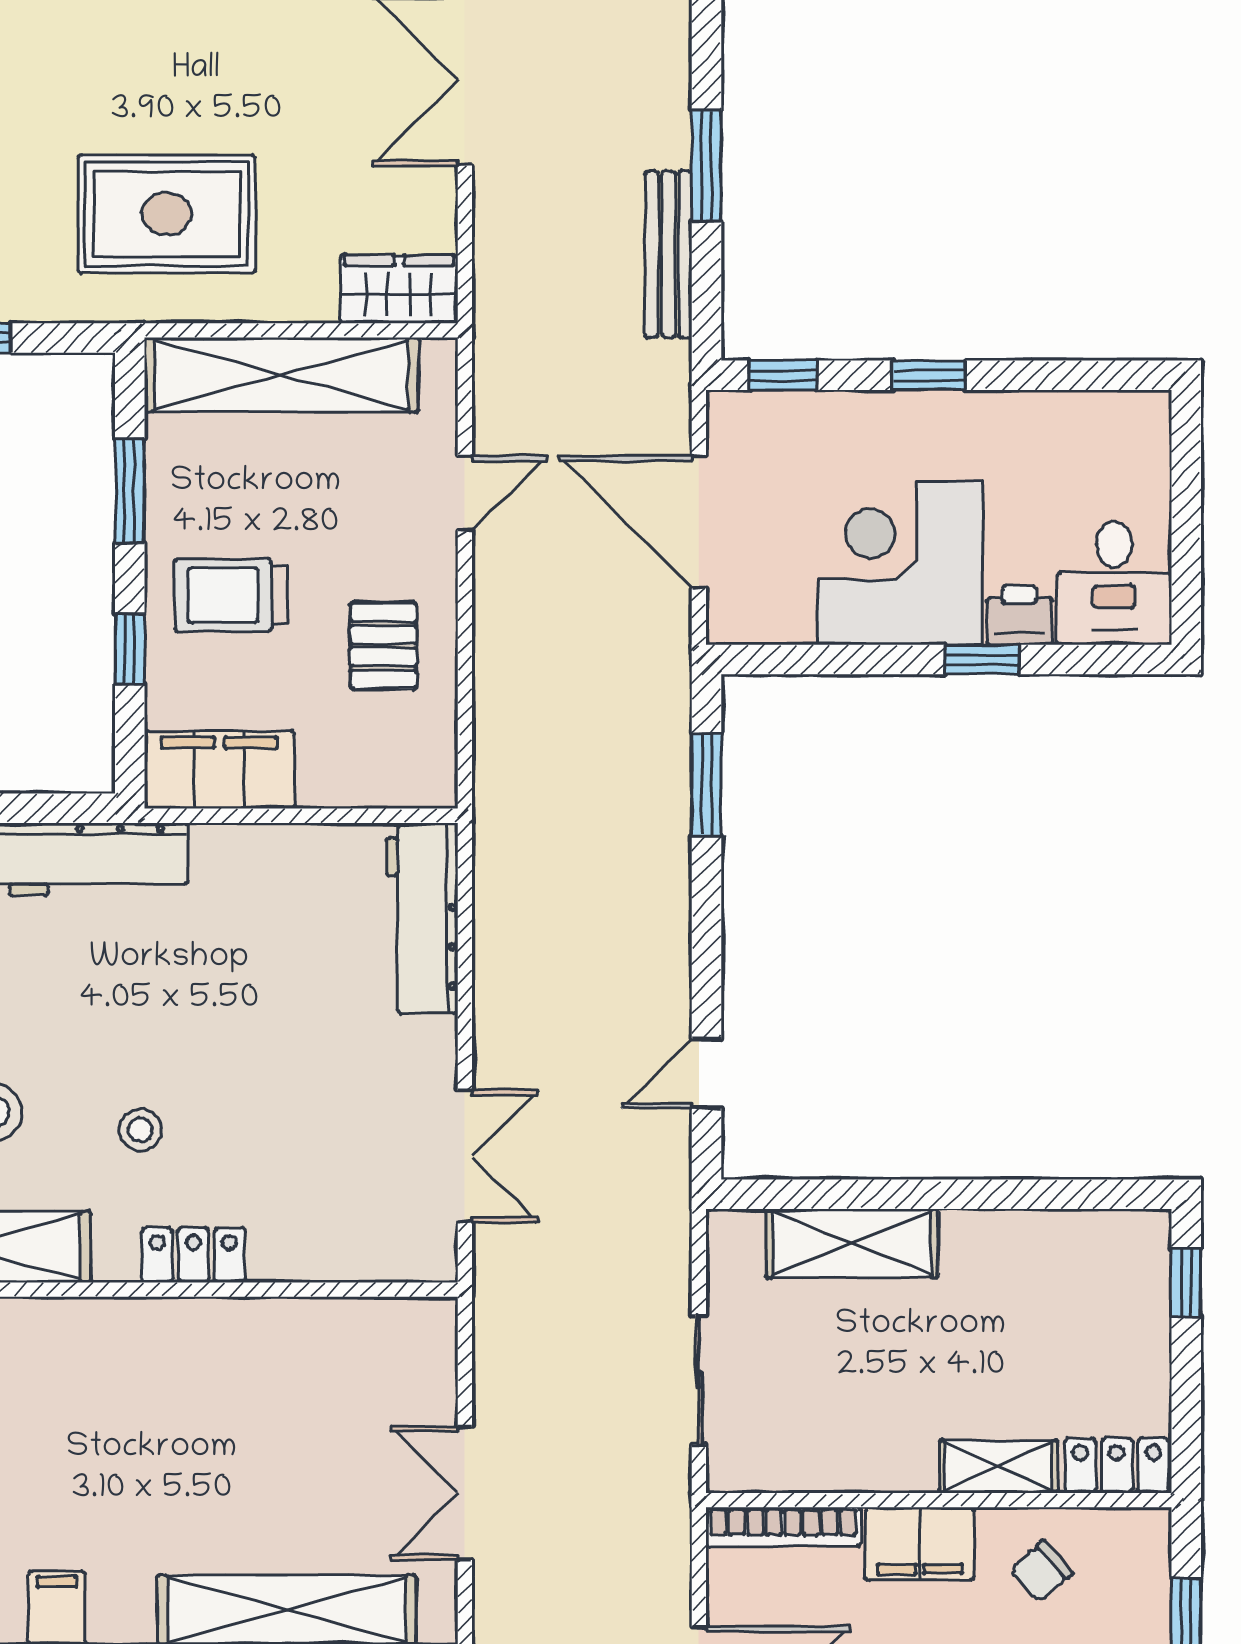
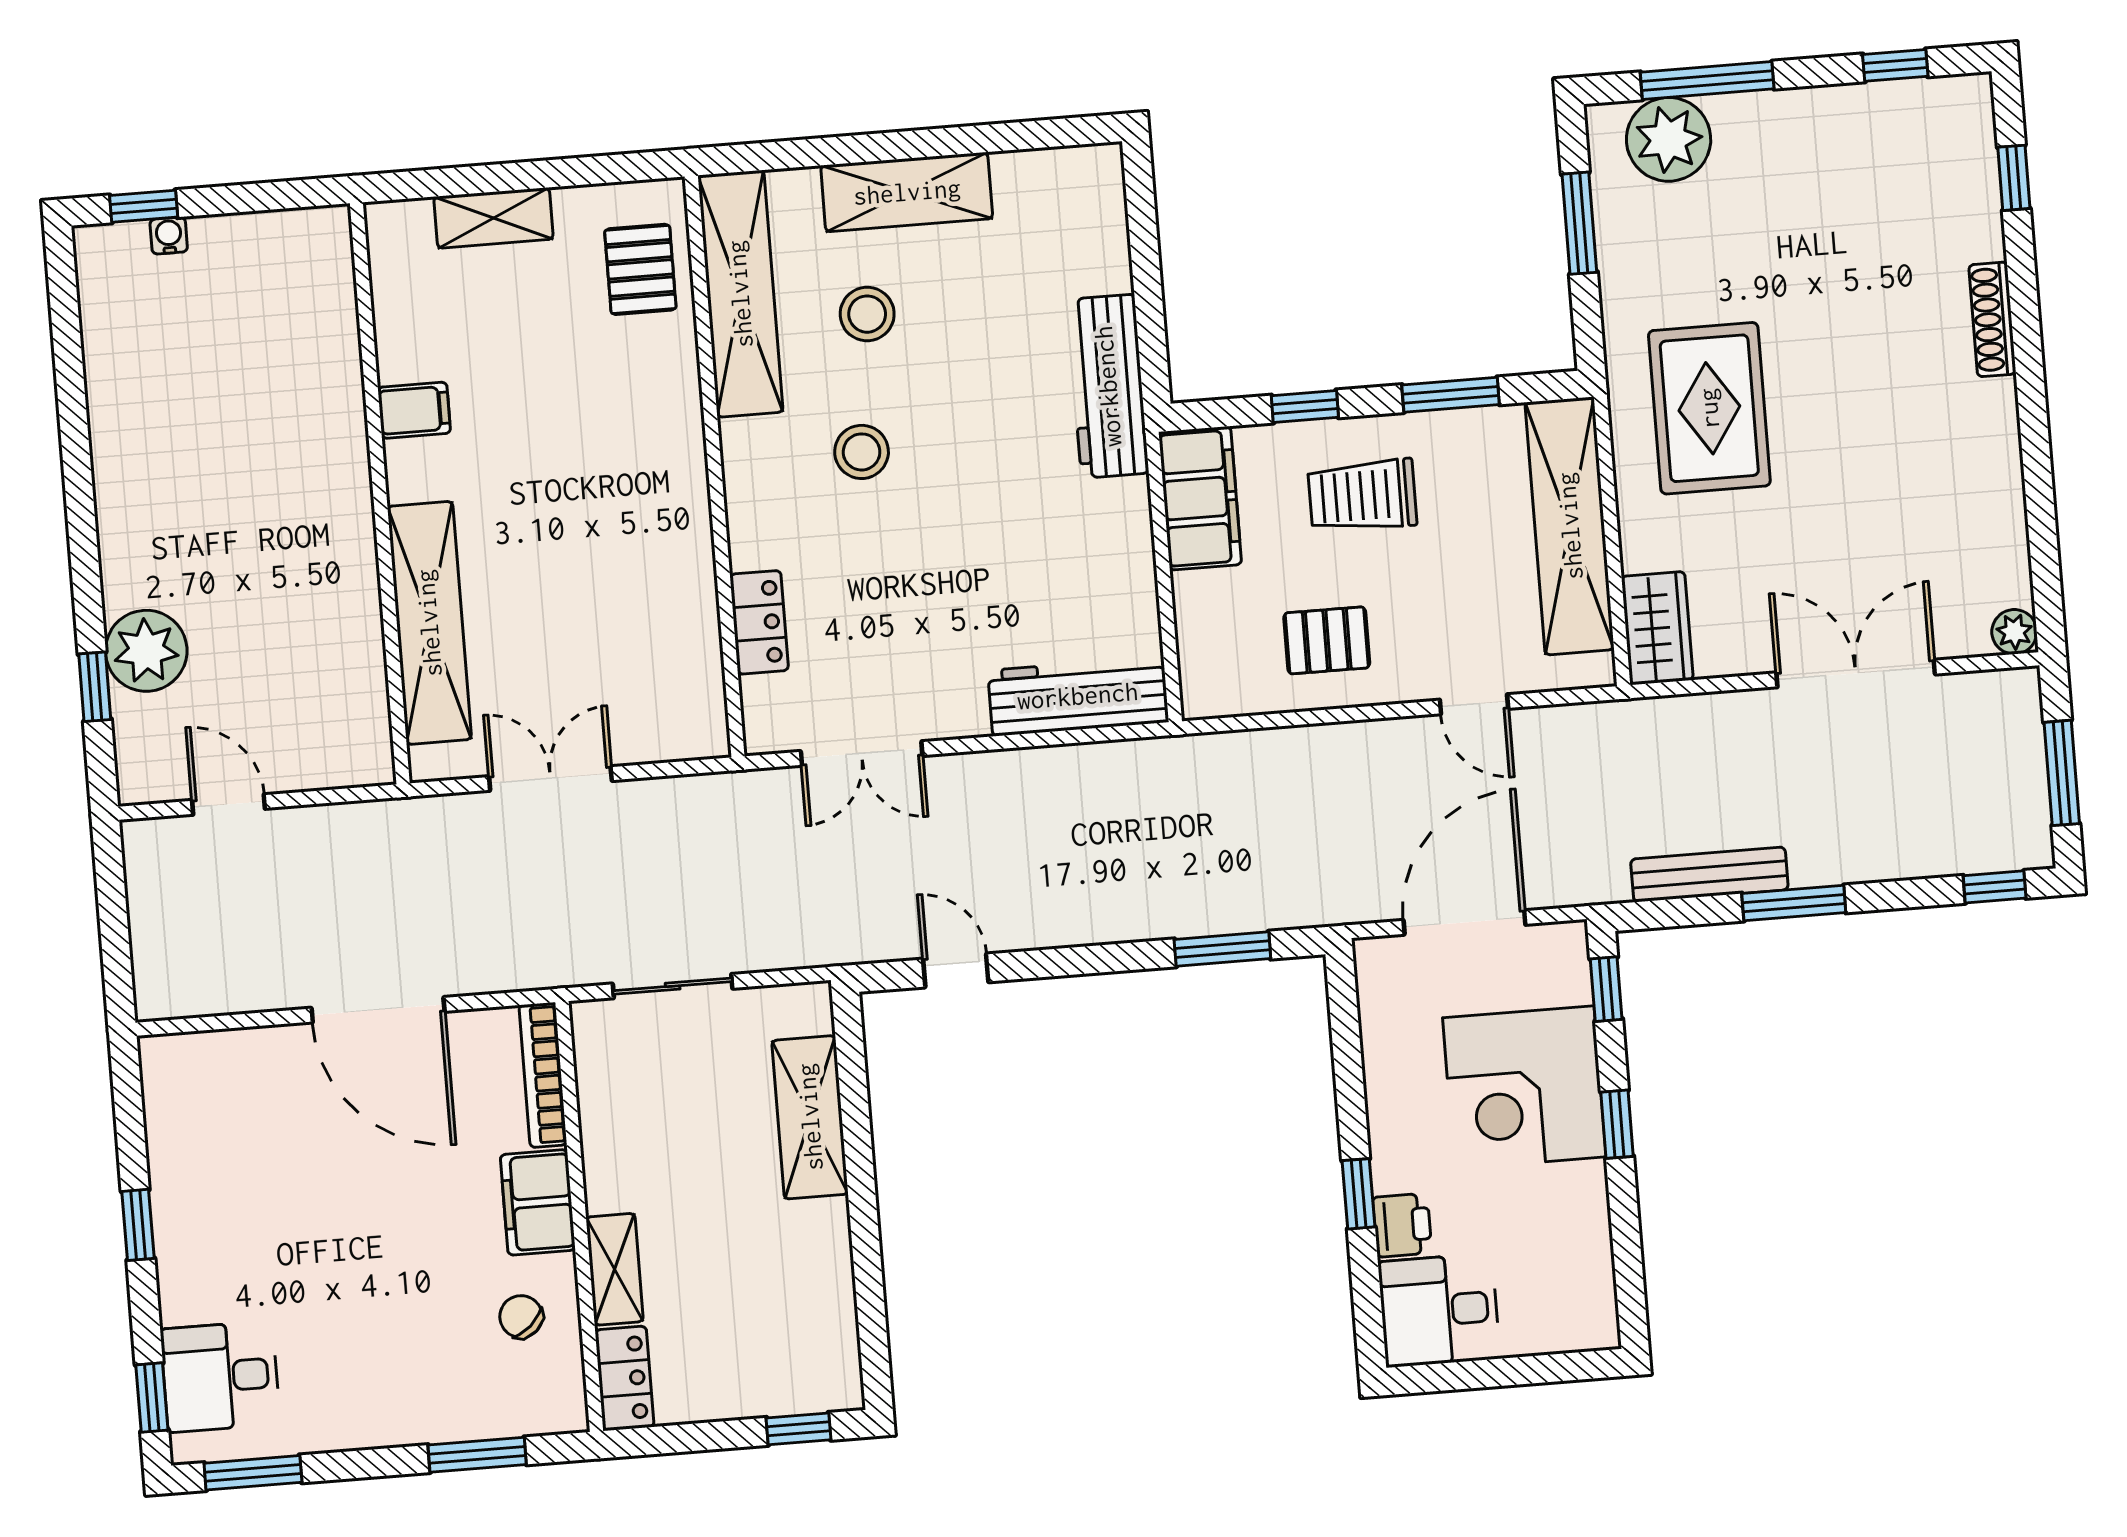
corner desk: (900, 563) -> (1524, 1087), moved, turned 180
trolley: (231, 595) -> (1362, 496), turned -90
stool: (140, 1130) -> (862, 452), width x1.37, depth x1.37
locker: (193, 1255) -> (759, 622), moved

